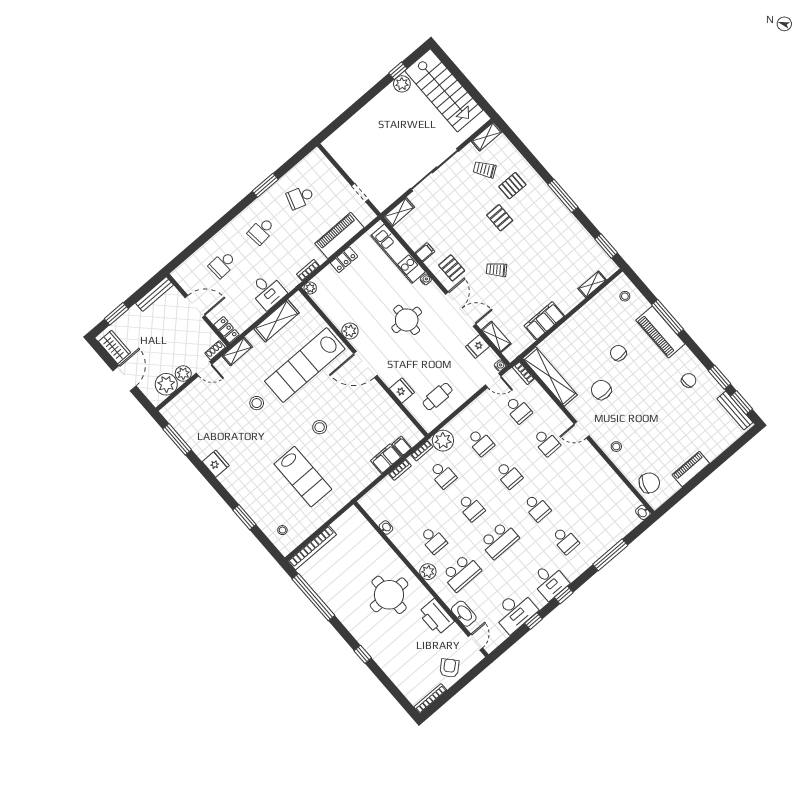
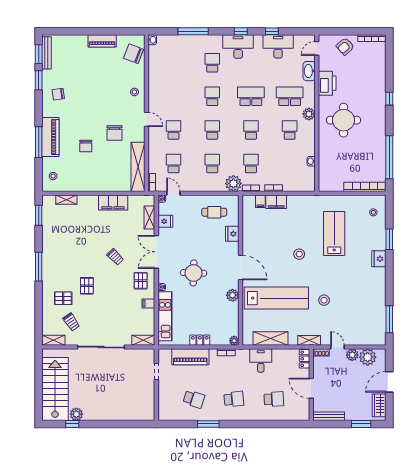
fridge: (216, 464) -> (379, 259), moved
desk: (550, 581) -> (238, 47), width x1.37

